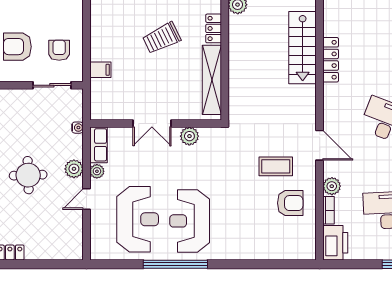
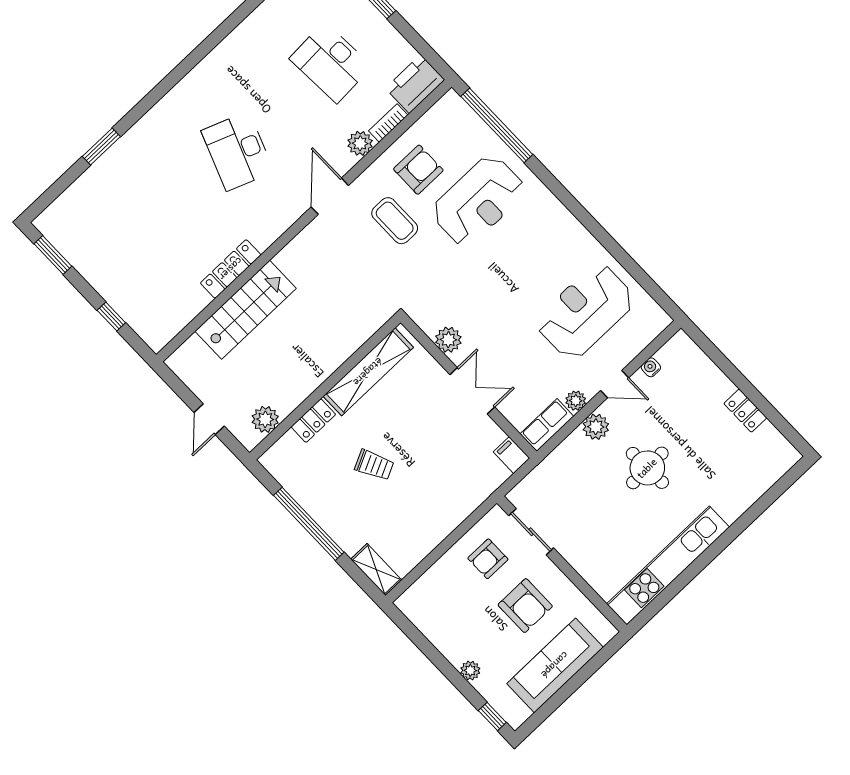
trolley: (162, 38) -> (374, 465), width x0.73, depth x0.72
filing cabinet: (100, 70) -> (511, 455), moved
water cooler: (78, 128) -> (651, 367), moved
armchair: (290, 203) -> (418, 170), turned 90
reception desk: (190, 221) -> (478, 201), moved
window: (175, 264) -> (497, 125), moved

